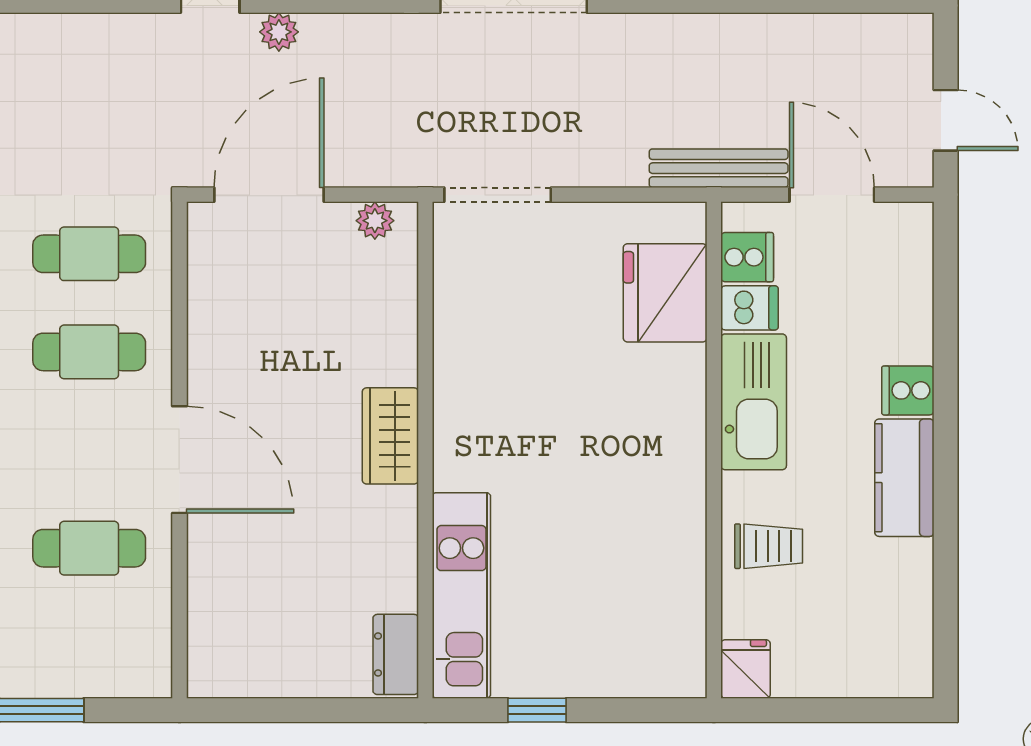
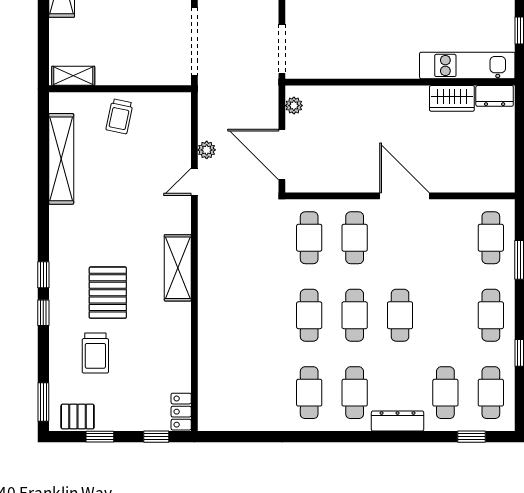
wardrobe: (390, 436) -> (452, 98), moved
door: (179, 460) -> (404, 196), hinge flipped
cafe table: (89, 548) -> (491, 238), moved

